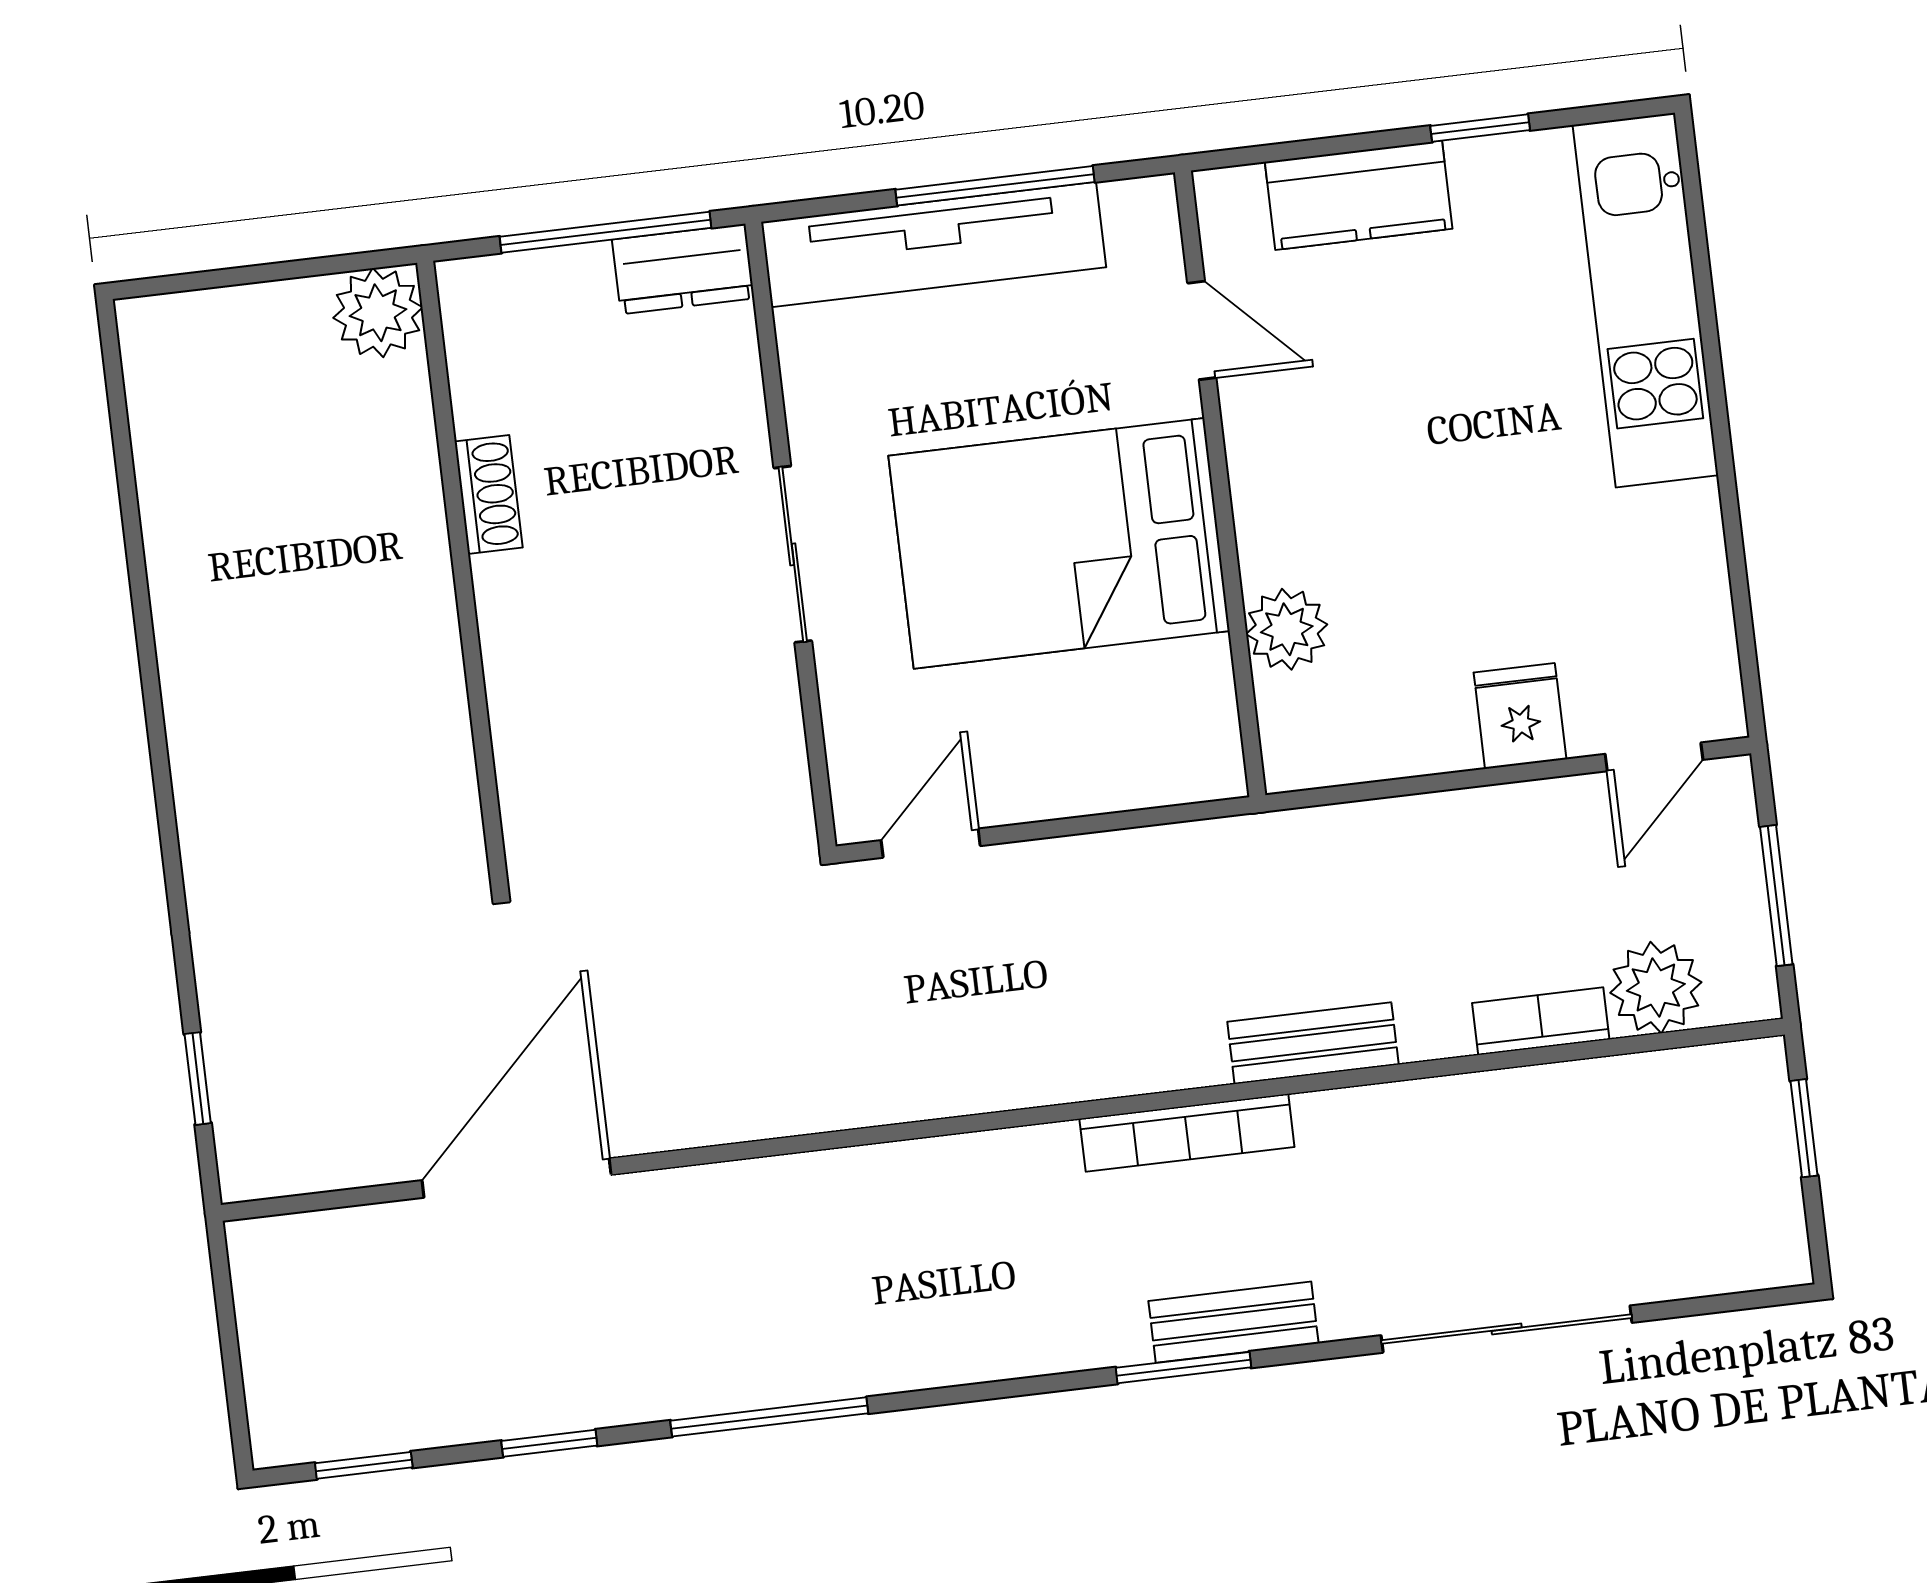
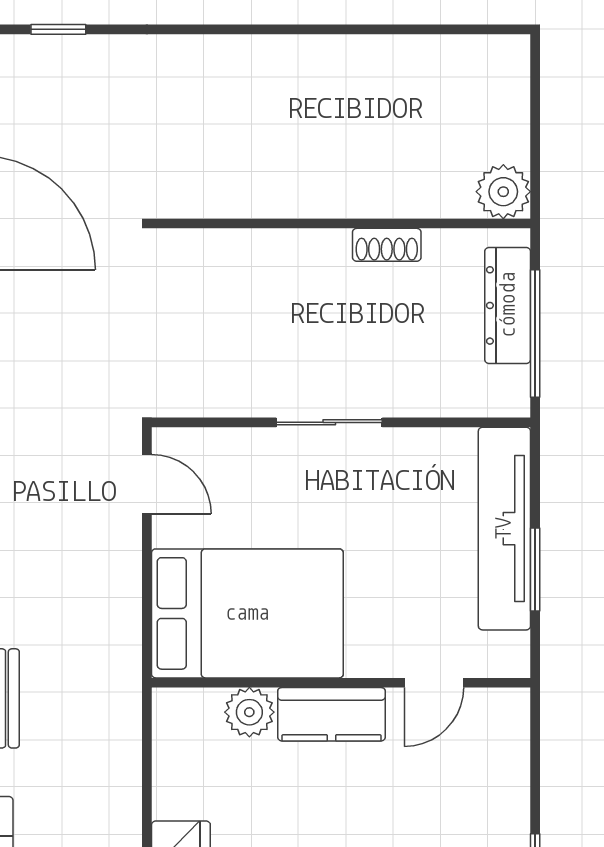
window: (995, 186) -> (535, 569), width x0.69
kitchen counter: (1359, 195) -> (331, 714), moved, turned -90
dresser: (683, 269) -> (508, 305), moved, width x1.44
bed: (1059, 543) -> (247, 613), moved, turned 90

